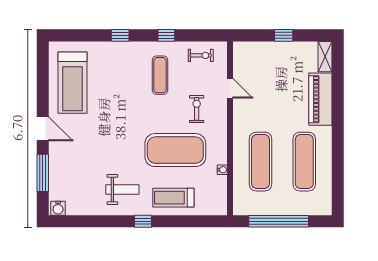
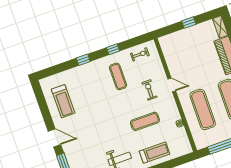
treadmill: (73, 83) -> (63, 101), width x0.73, depth x0.73
door: (230, 88) -> (172, 85), moved
exercise mat: (175, 150) -> (145, 121), width x0.50, depth x0.69
treadmill: (173, 198) -> (155, 153), turned 180

